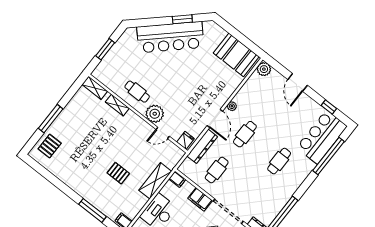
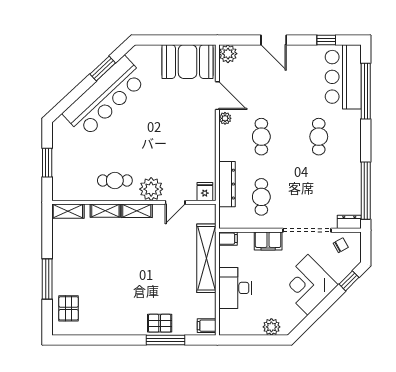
door: (215, 118) -> (217, 96), moved
shelving: (136, 120) -> (137, 211), added
pallet: (118, 173) -> (160, 323), moved
shelving: (155, 181) -> (206, 258), width x1.47

